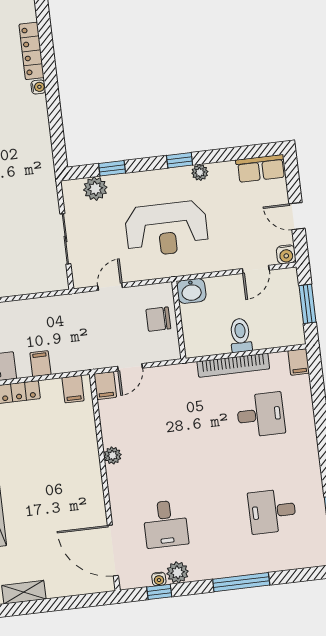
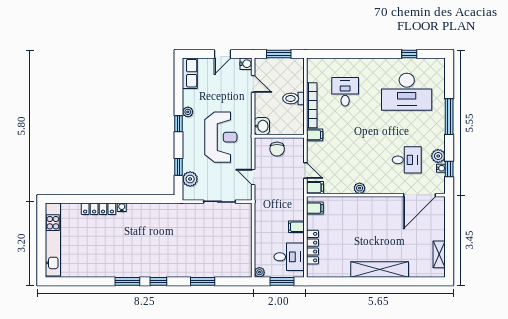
filing cabinet: (299, 362) -> (315, 135), moved
desk: (272, 511) -> (407, 92), width x1.87, depth x1.30

